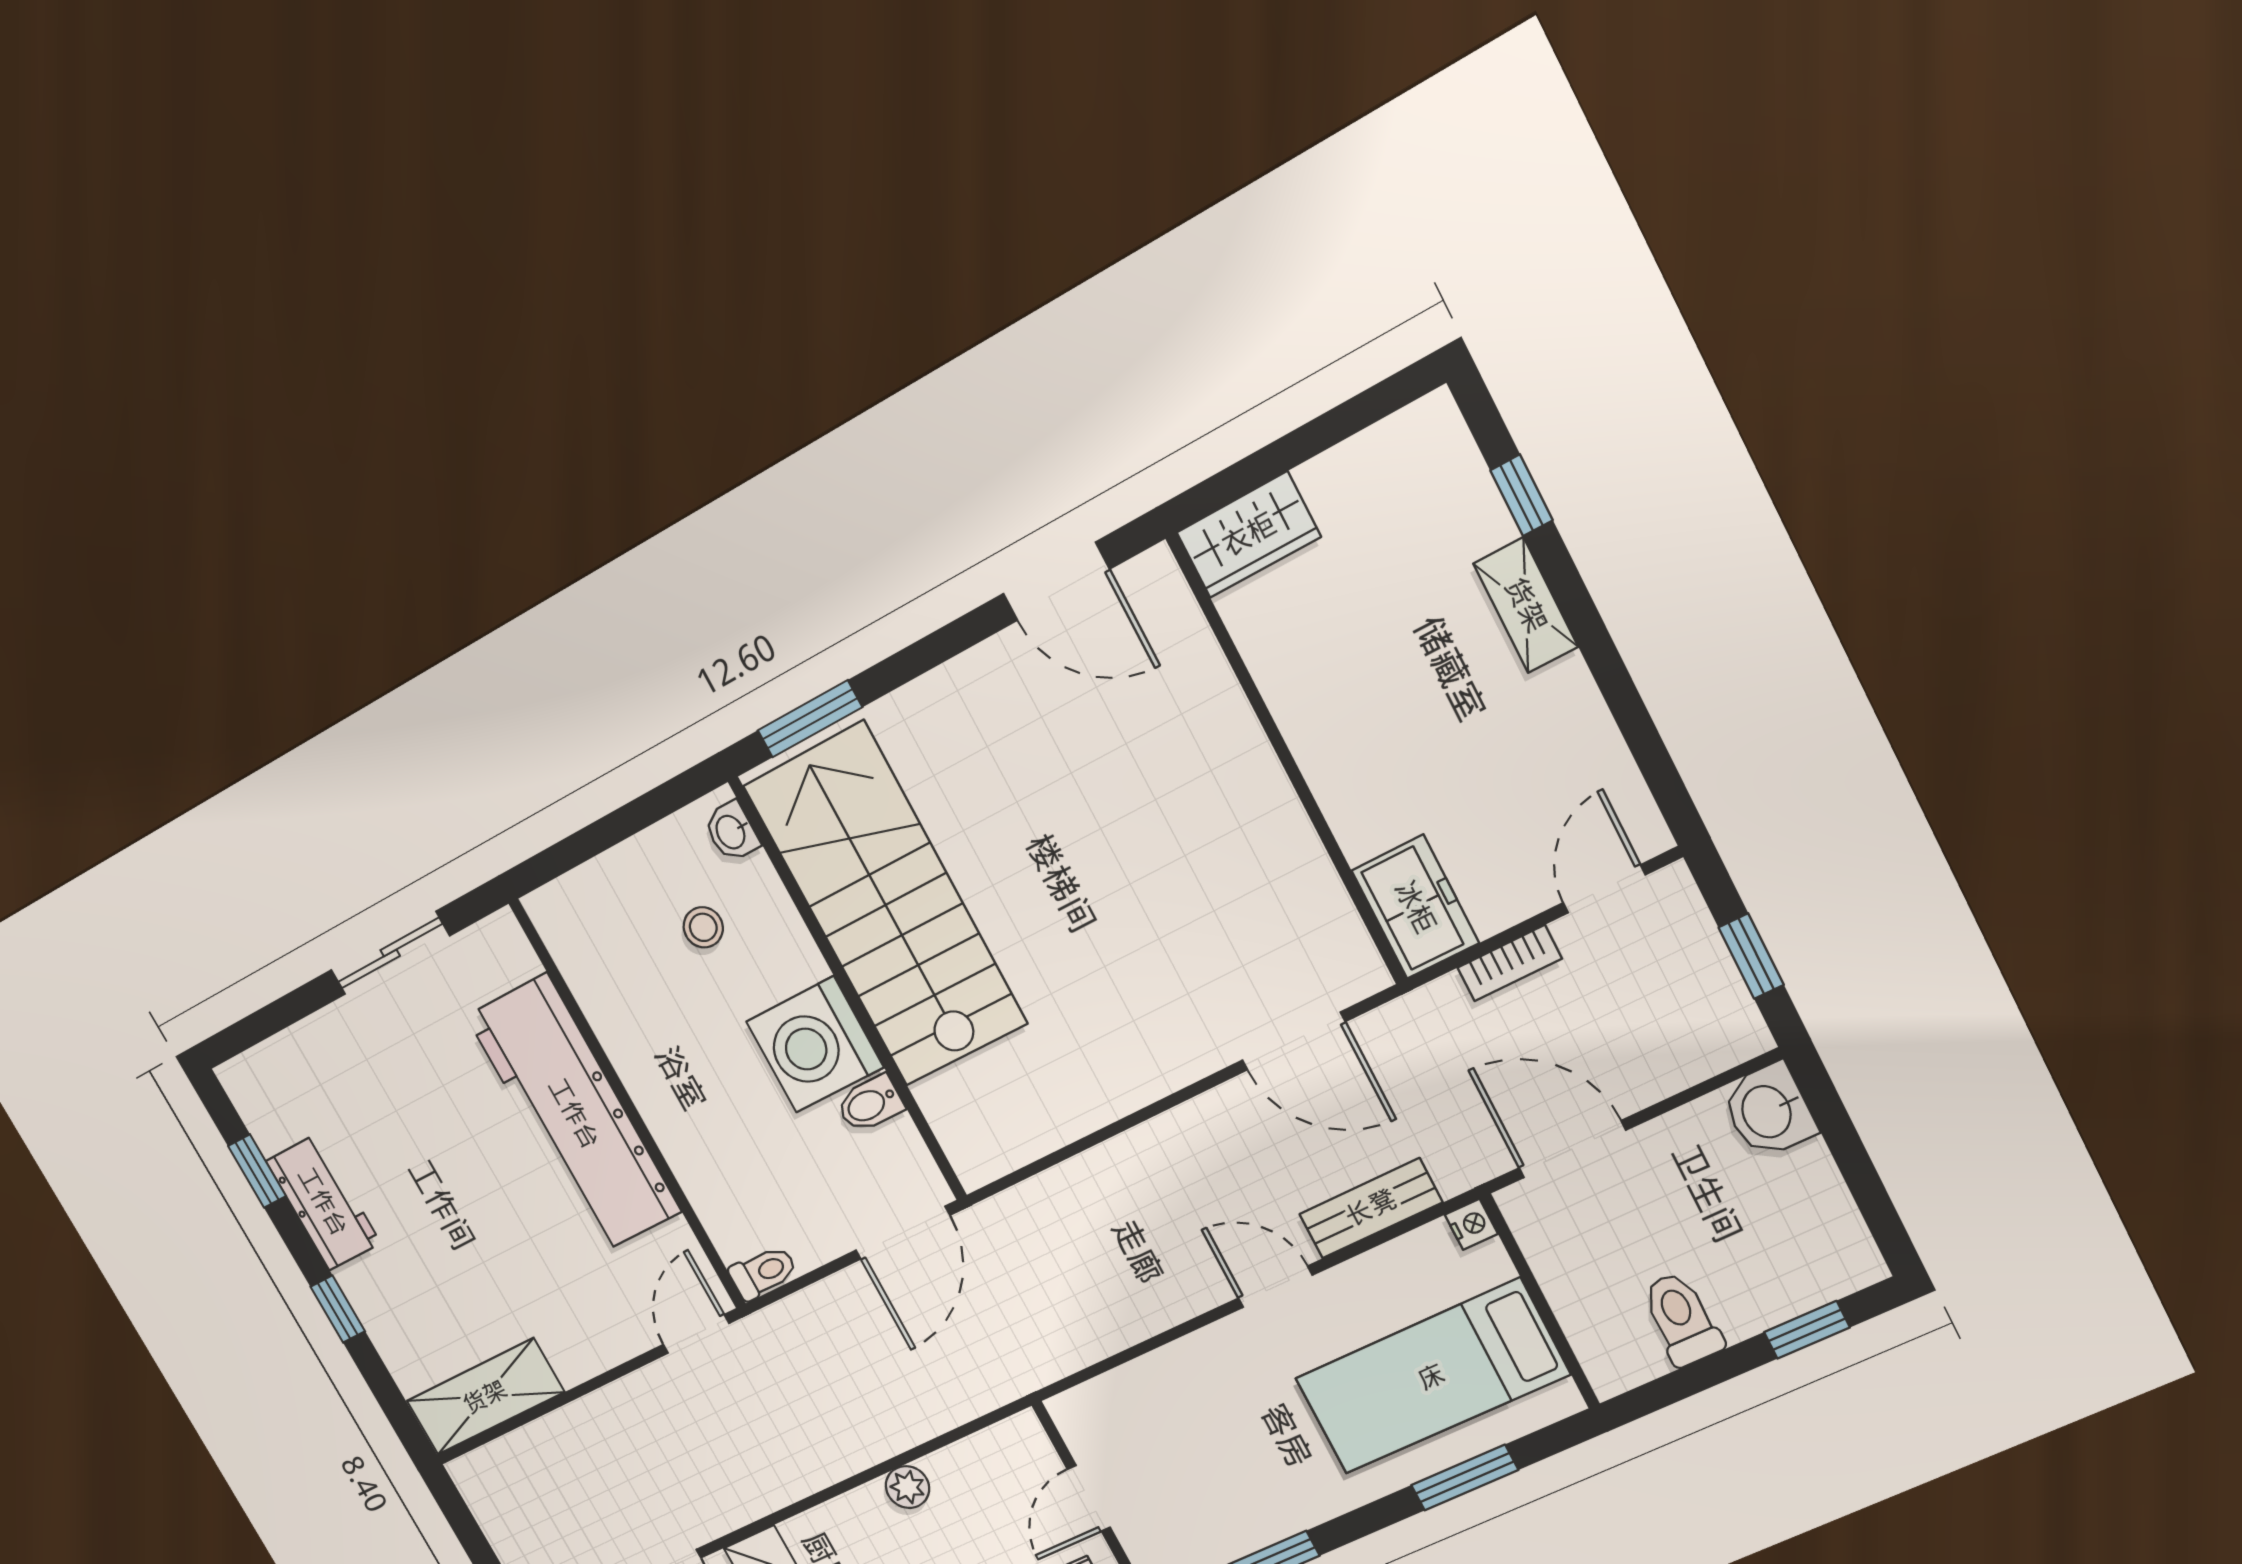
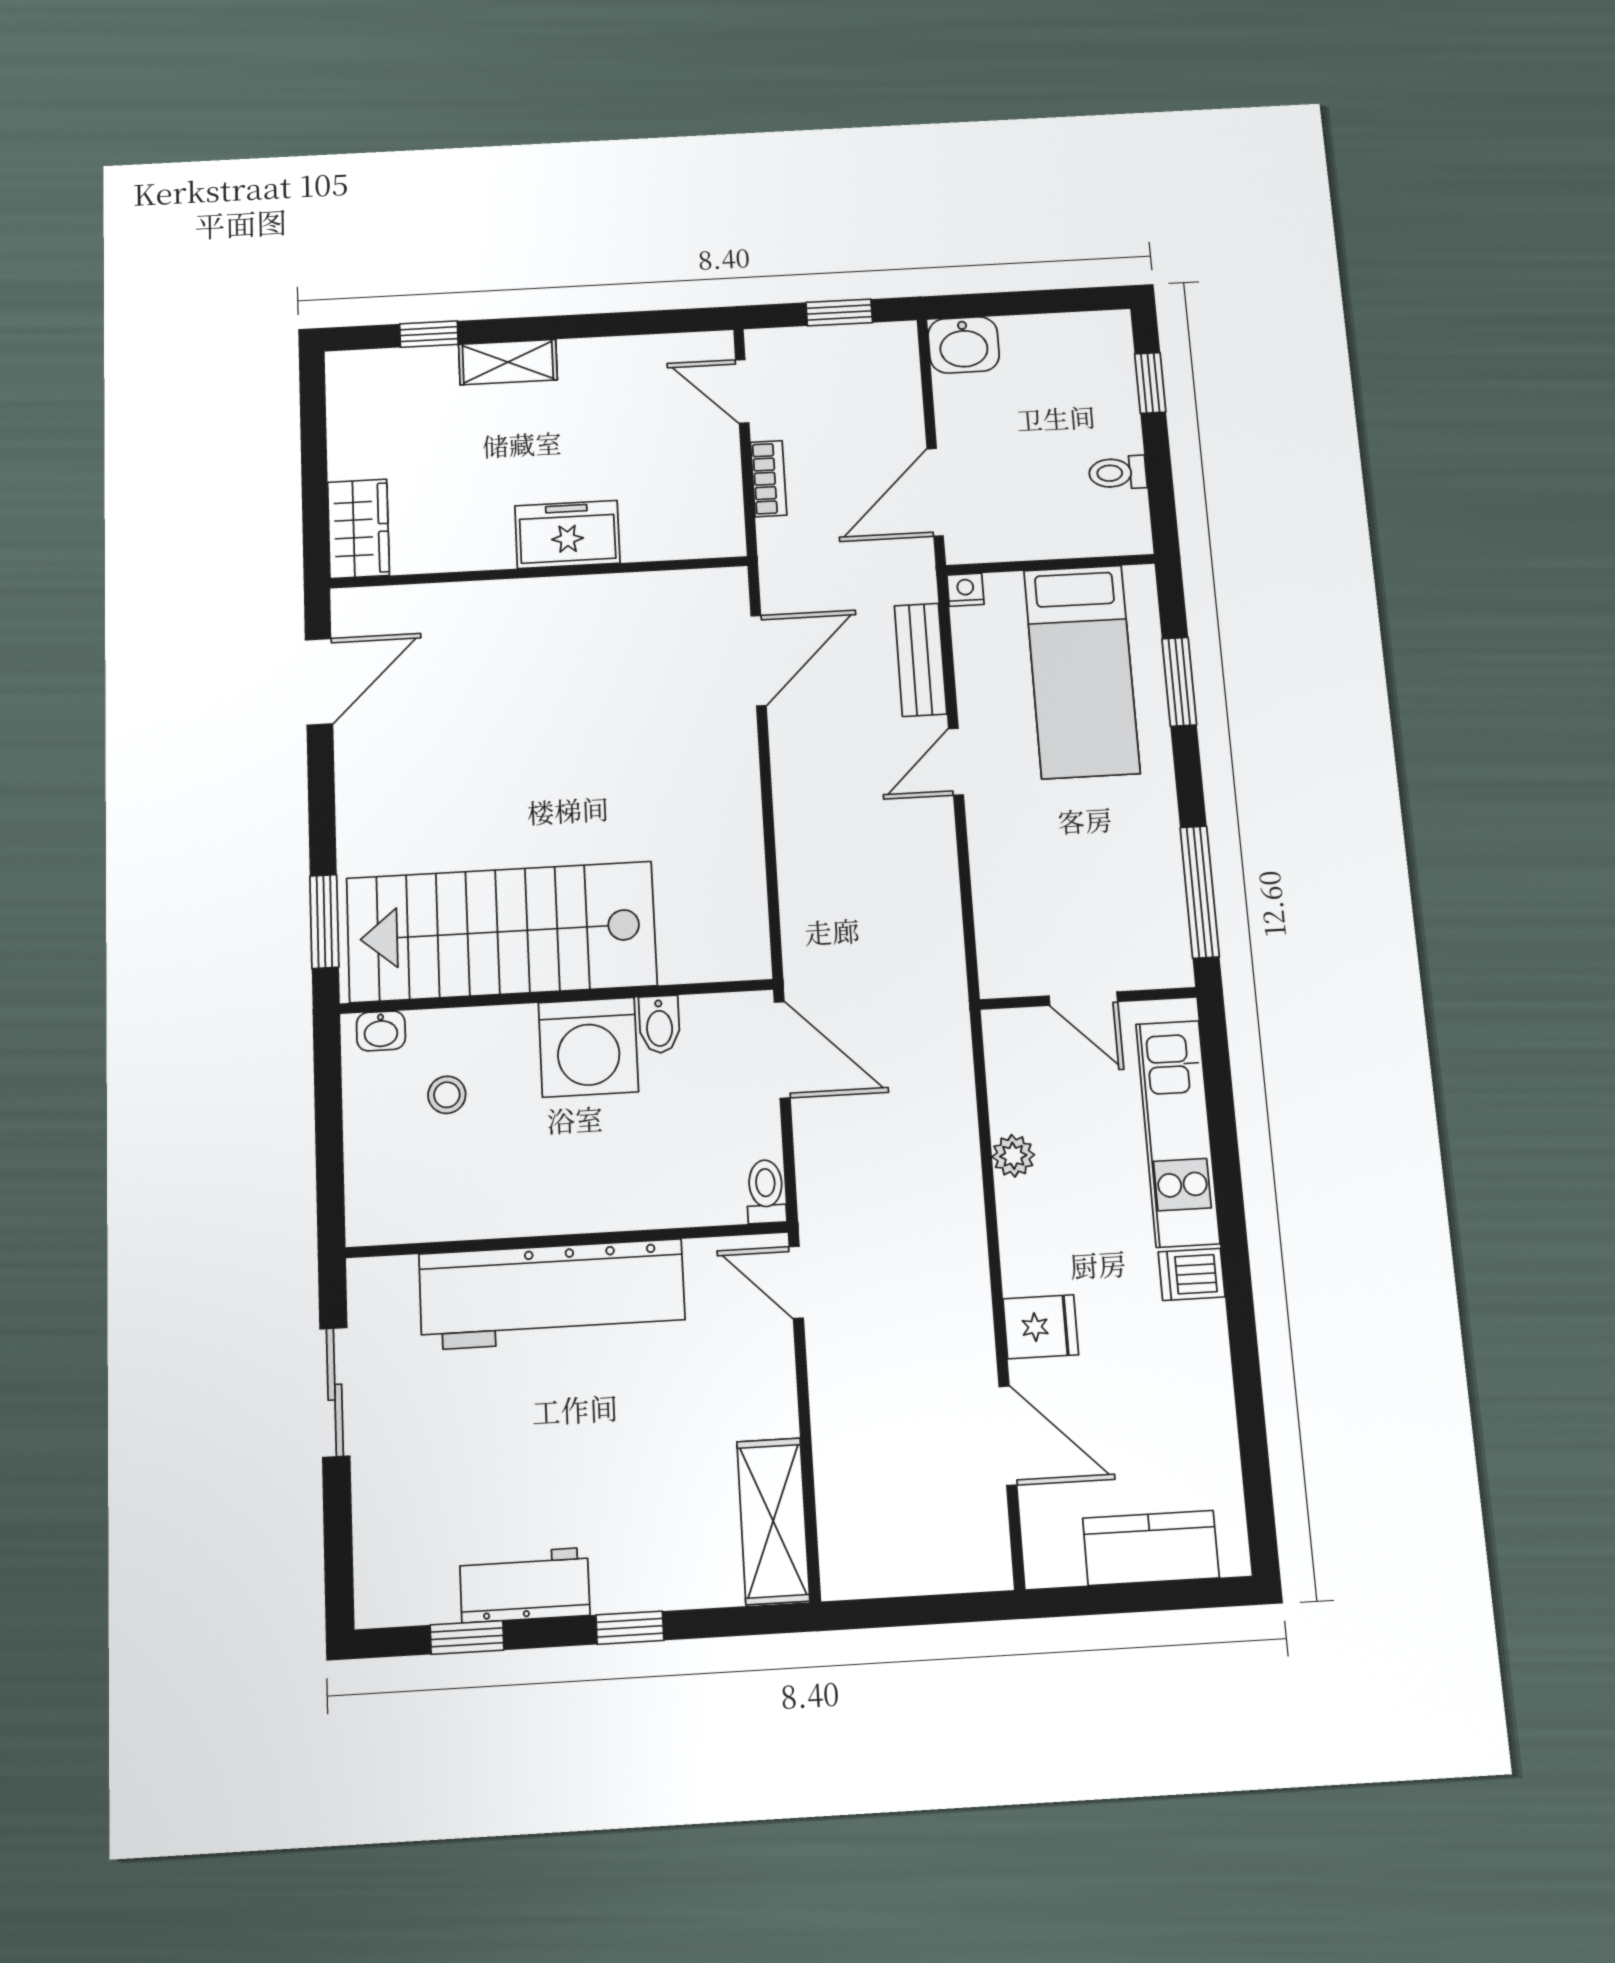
freezer: (1415, 907) -> (567, 534), moved
toilet: (1682, 1319) -> (1118, 473), width x0.73, depth x0.72

